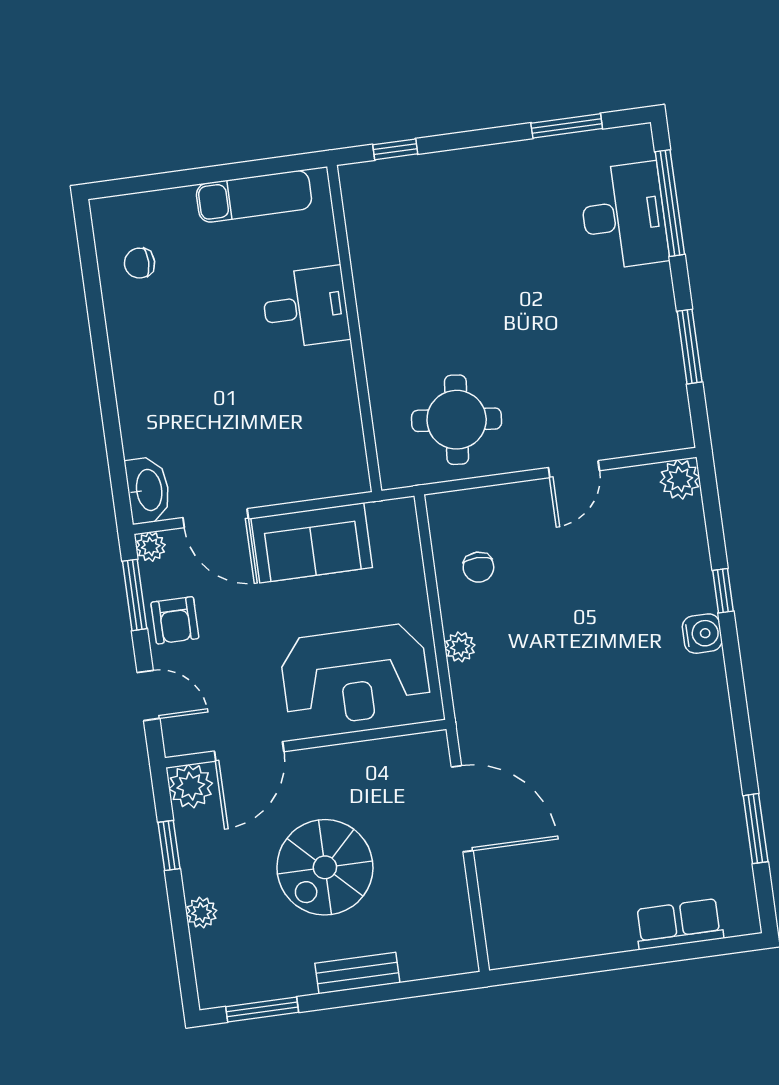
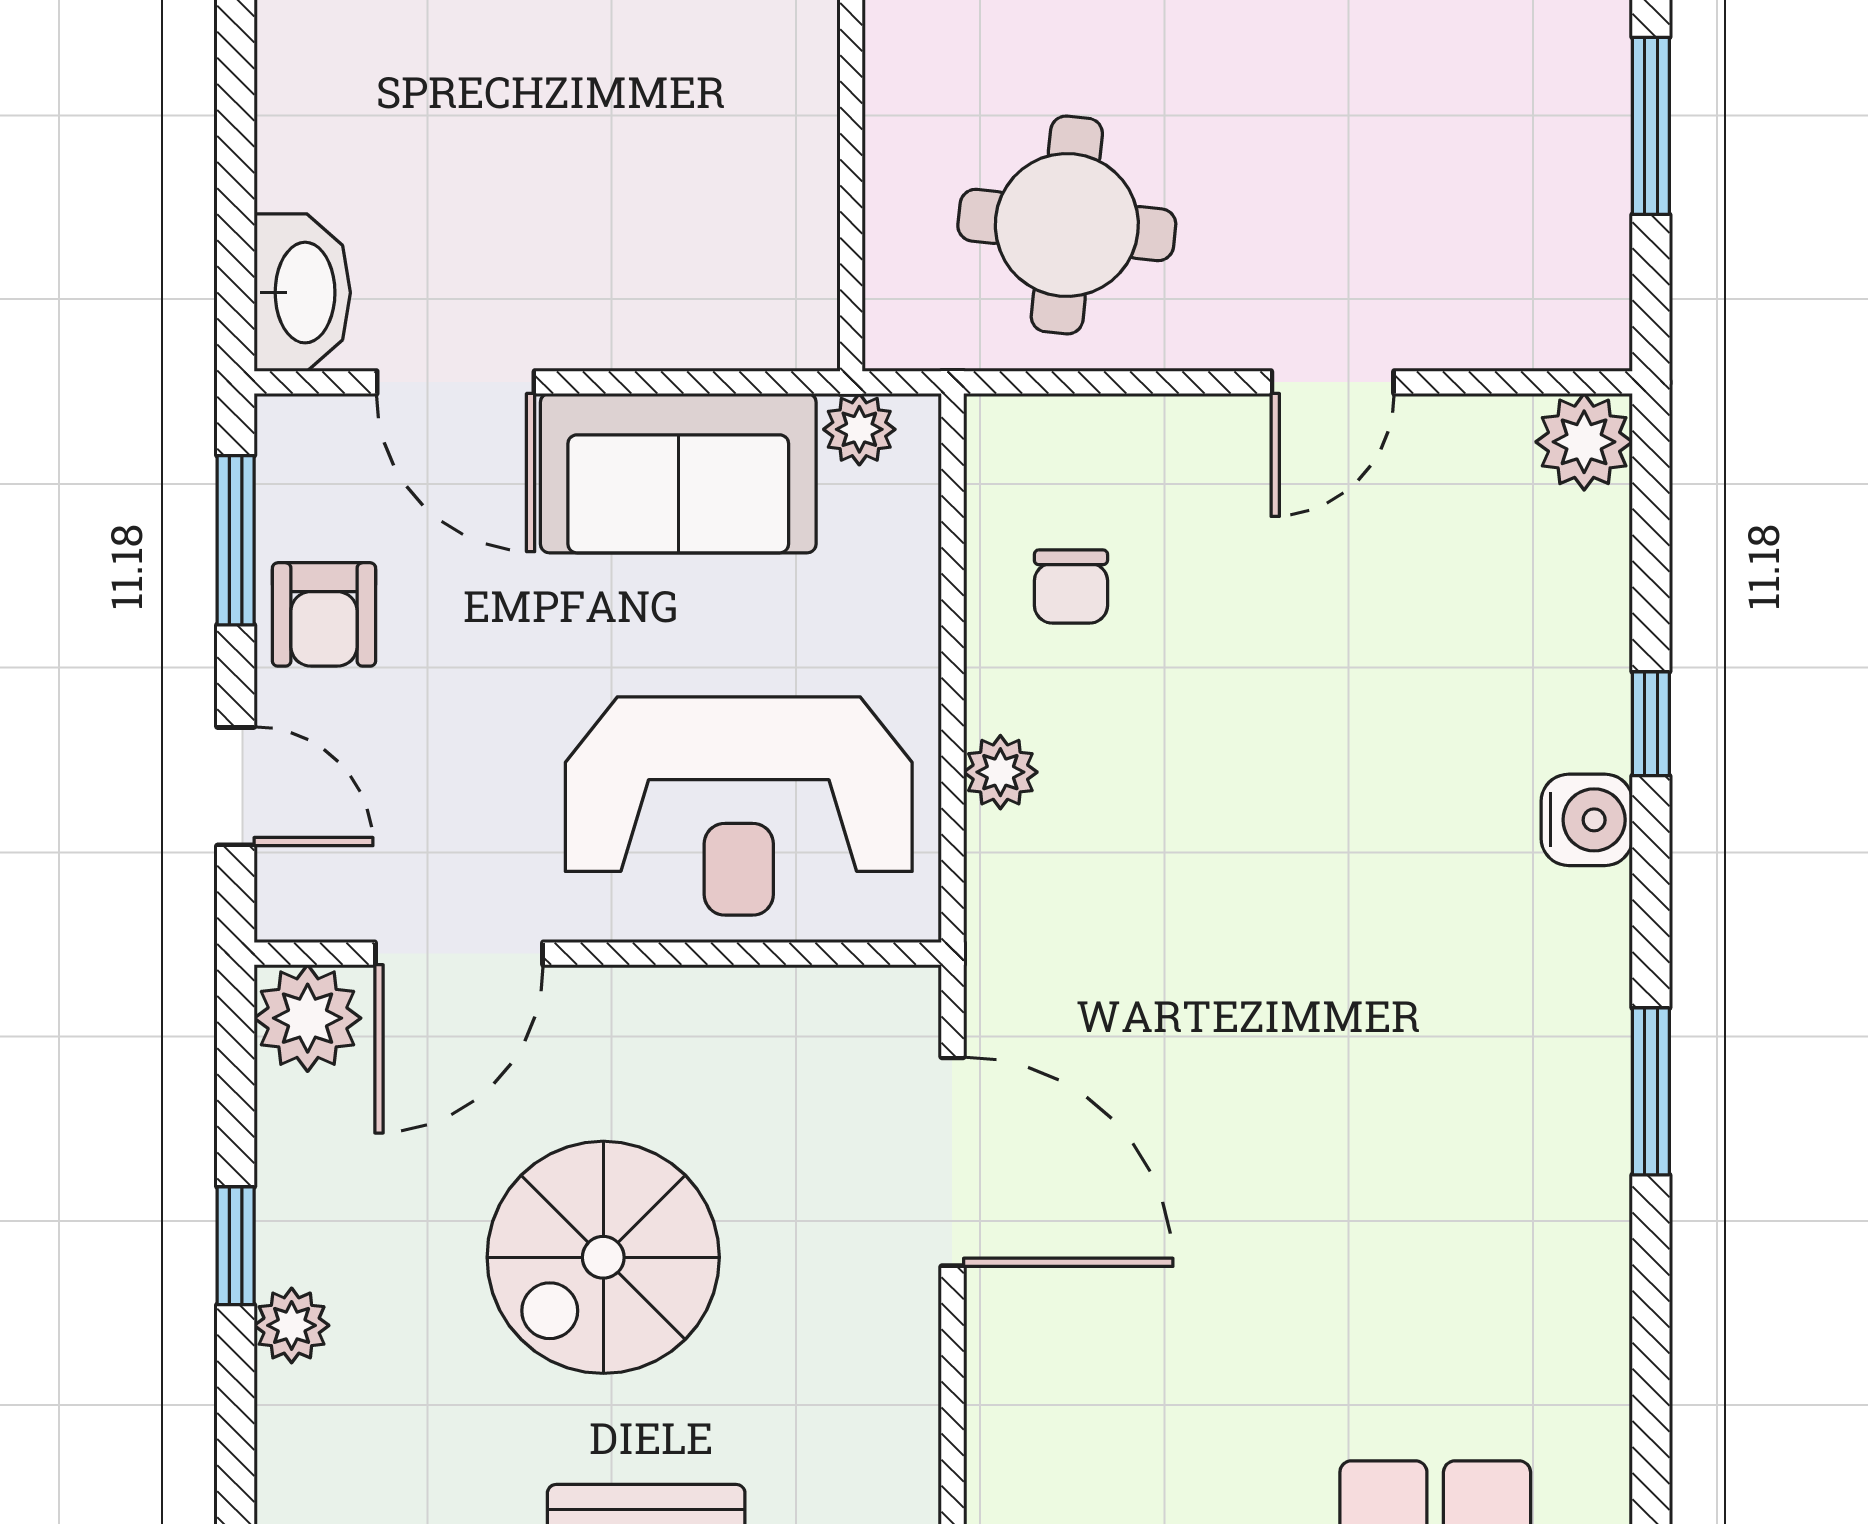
plant: (151, 547) -> (859, 429), moved
window: (756, 829) -> (1651, 1091), moved
window: (169, 846) -> (236, 1246), moved

